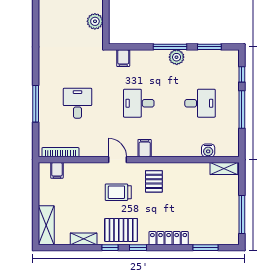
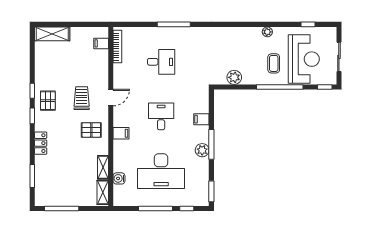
window: (209, 47) -> (211, 191), moved
filing cabinet: (123, 58) -> (201, 119), moved
desk: (200, 103) -> (161, 171), width x1.87, depth x1.30
window: (36, 104) -> (174, 24), moved
filing cabinet: (145, 148) -> (121, 133), moved
pallet: (121, 230) -> (48, 101), width x0.67, depth x0.71
locker: (169, 238) -> (41, 143), width x0.66
shelving: (84, 239) -> (103, 167), moved

